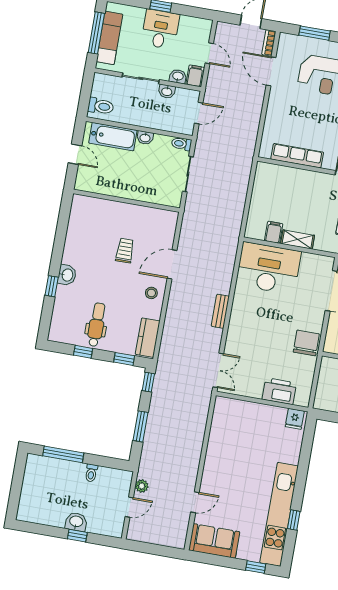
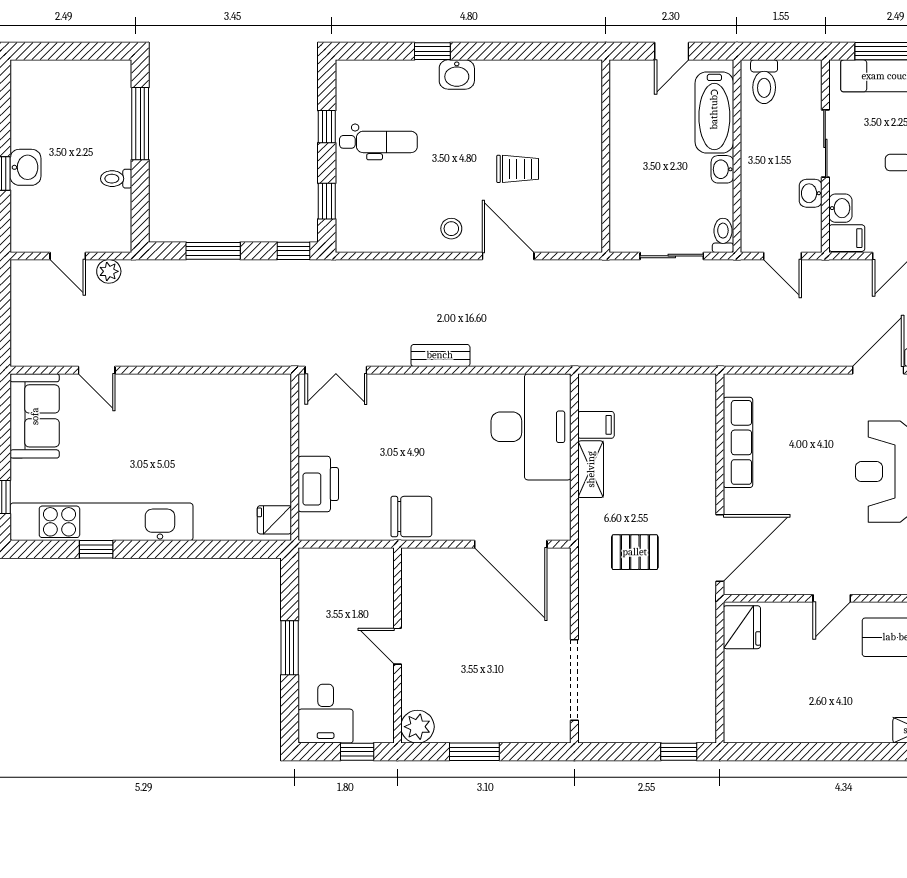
kitchen counter: (148, 338) -> (371, 236), removed

